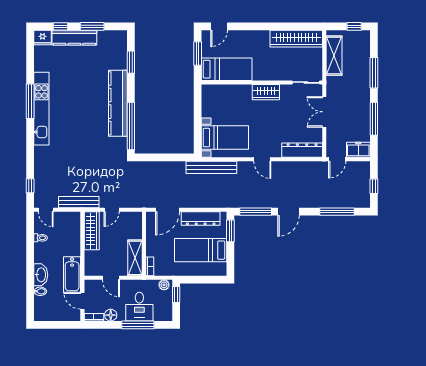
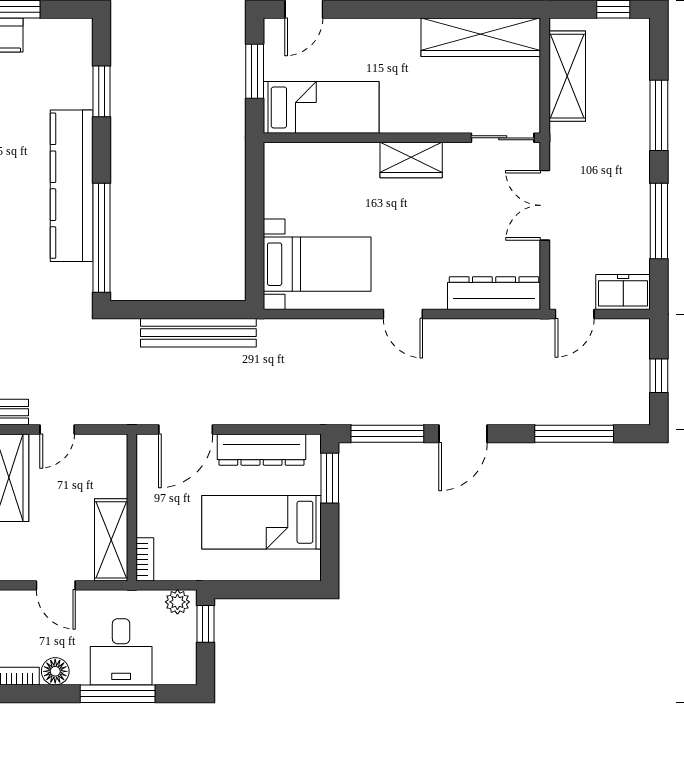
bench: (211, 167) -> (198, 333), moved

